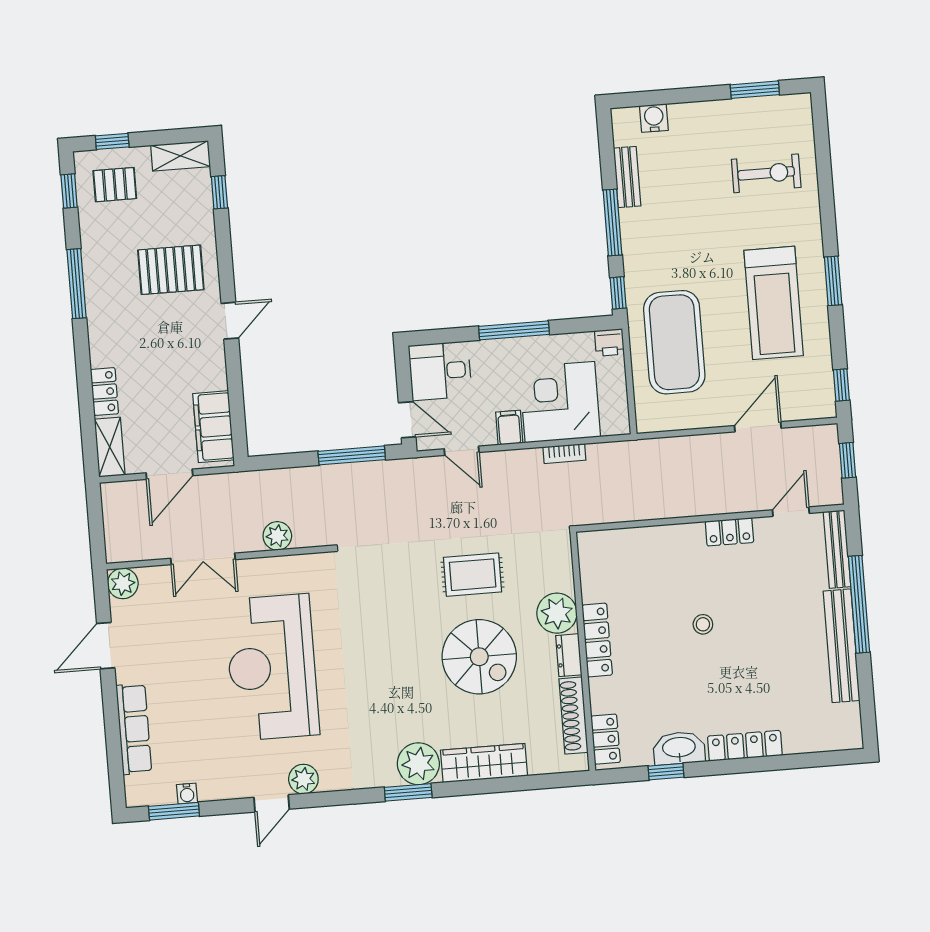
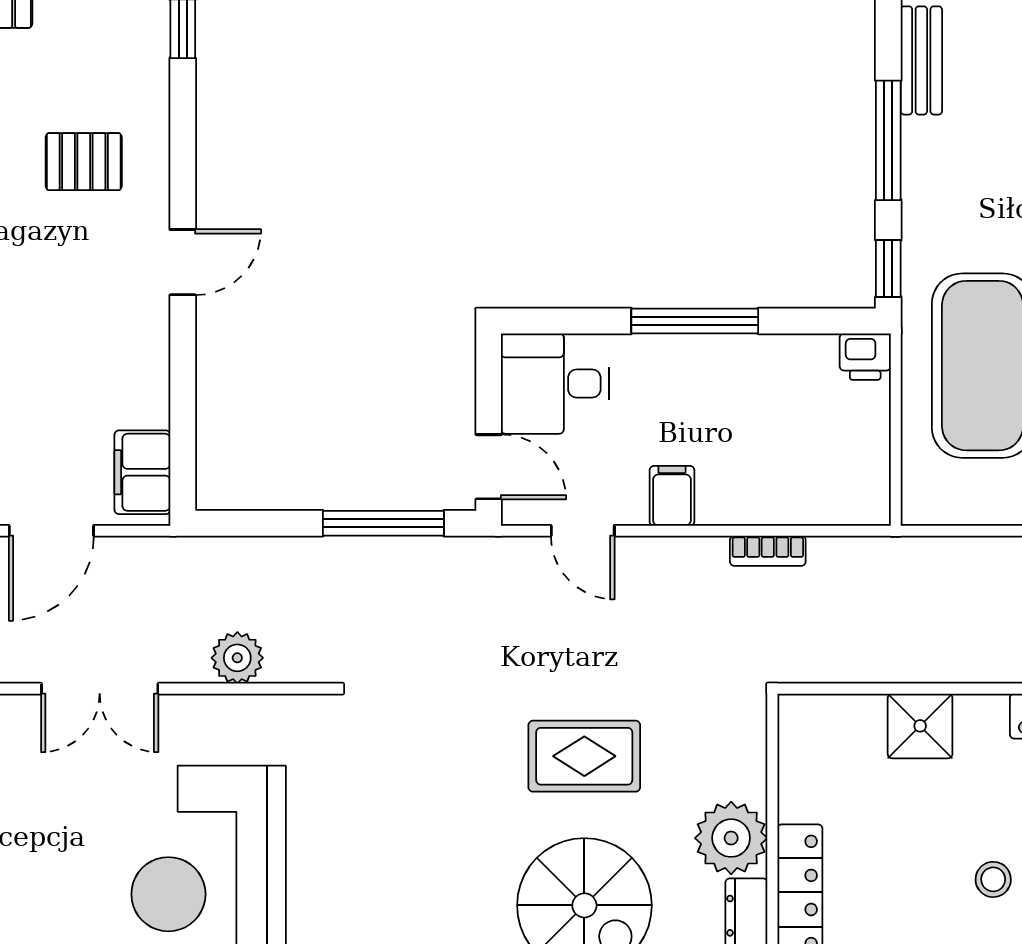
pallet: (171, 270) -> (84, 162), width x0.67, depth x0.71
corner desk: (560, 402) -> (767, 457), removed
filing cabinet: (213, 427) -> (142, 472), width x0.67, depth x0.86
shower: (656, 543) -> (920, 726), added

